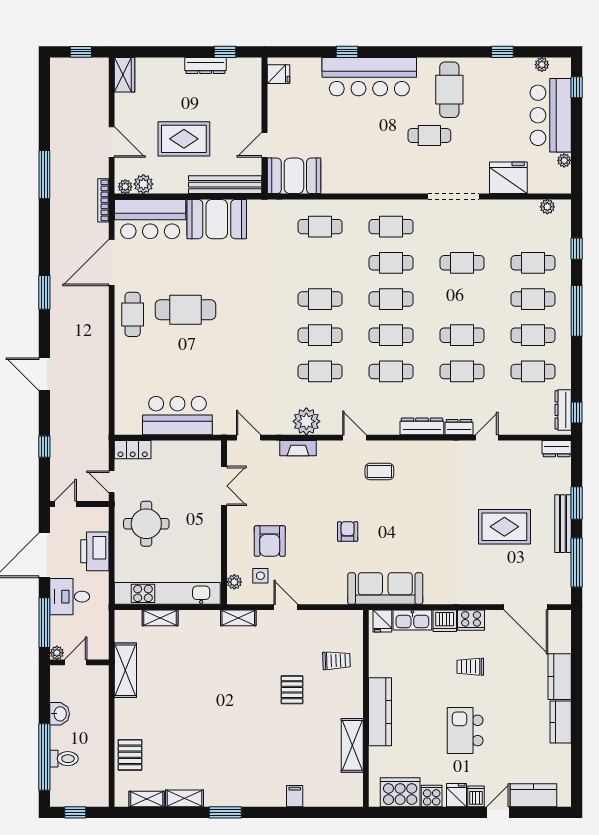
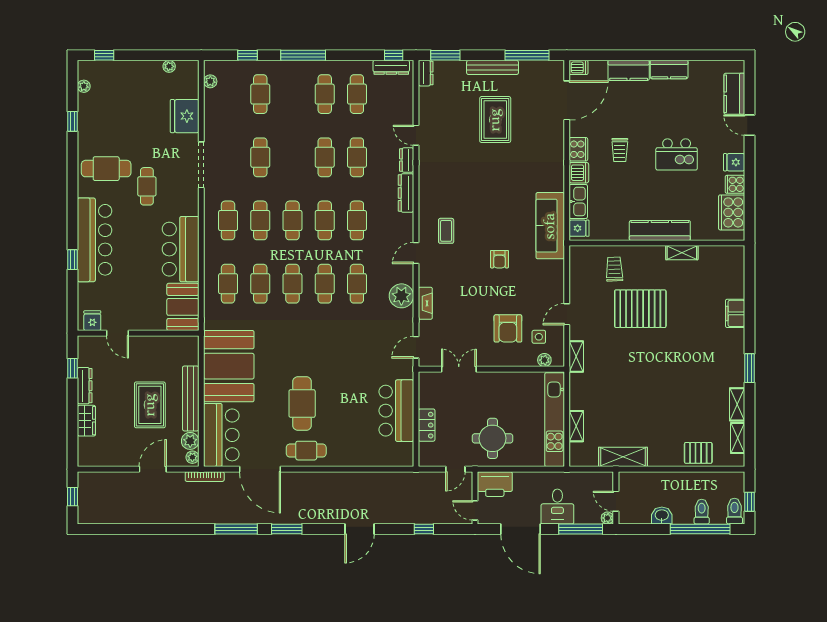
wardrobe: (124, 75) -> (86, 421), moved, turned 90
bar counter: (551, 115) -> (181, 249), moved, turned 90
door: (264, 145) -> (117, 333), moved
window: (44, 175) -> (236, 529), moved
bench: (225, 185) -> (191, 398), moved
booth: (217, 219) -> (229, 366), width x1.36, depth x1.42
cafe table: (533, 299) -> (260, 284), moved
locker: (133, 450) -> (427, 425), moved
window: (577, 503) -> (445, 55), moved
armchair: (348, 531) -> (499, 259), turned -90
armchair: (270, 541) -> (508, 328), turned 90
printer: (95, 551) -> (495, 484), moved
pallet: (292, 690) -> (640, 309), width x2.05, depth x2.00
shelving: (352, 745) -> (682, 253), width x0.67, depth x0.75
toilet: (65, 795) -> (734, 511), added
filing cabinet: (295, 796) -> (735, 313), width x2.00
dishwasher: (476, 796) -> (579, 67), moved, turned 180

